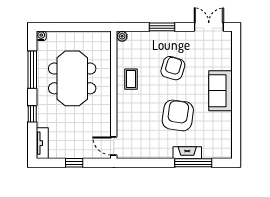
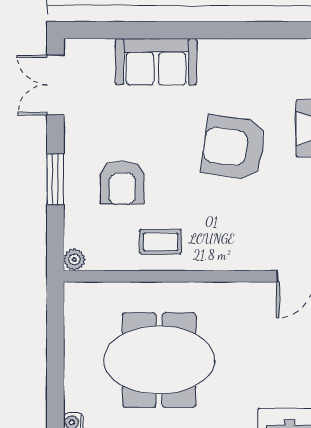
armchair: (173, 68) -> (122, 183), moved, turned -107
sofa: (220, 91) -> (156, 62), moved

